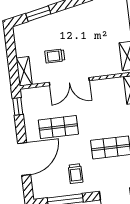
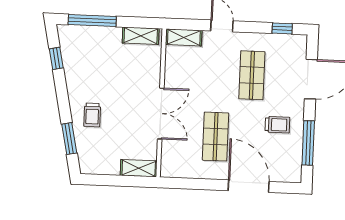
trolley: (55, 56) -> (92, 115), moved
window: (18, 106) -> (181, 183), removed

